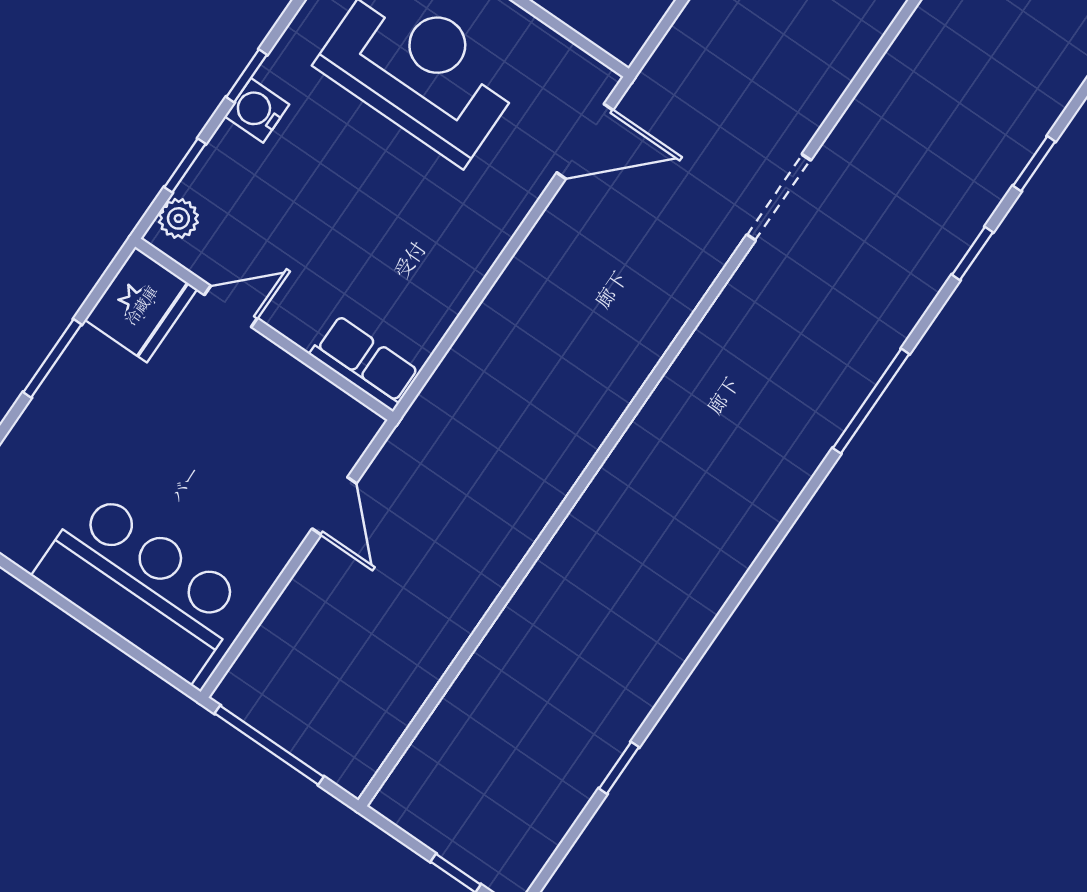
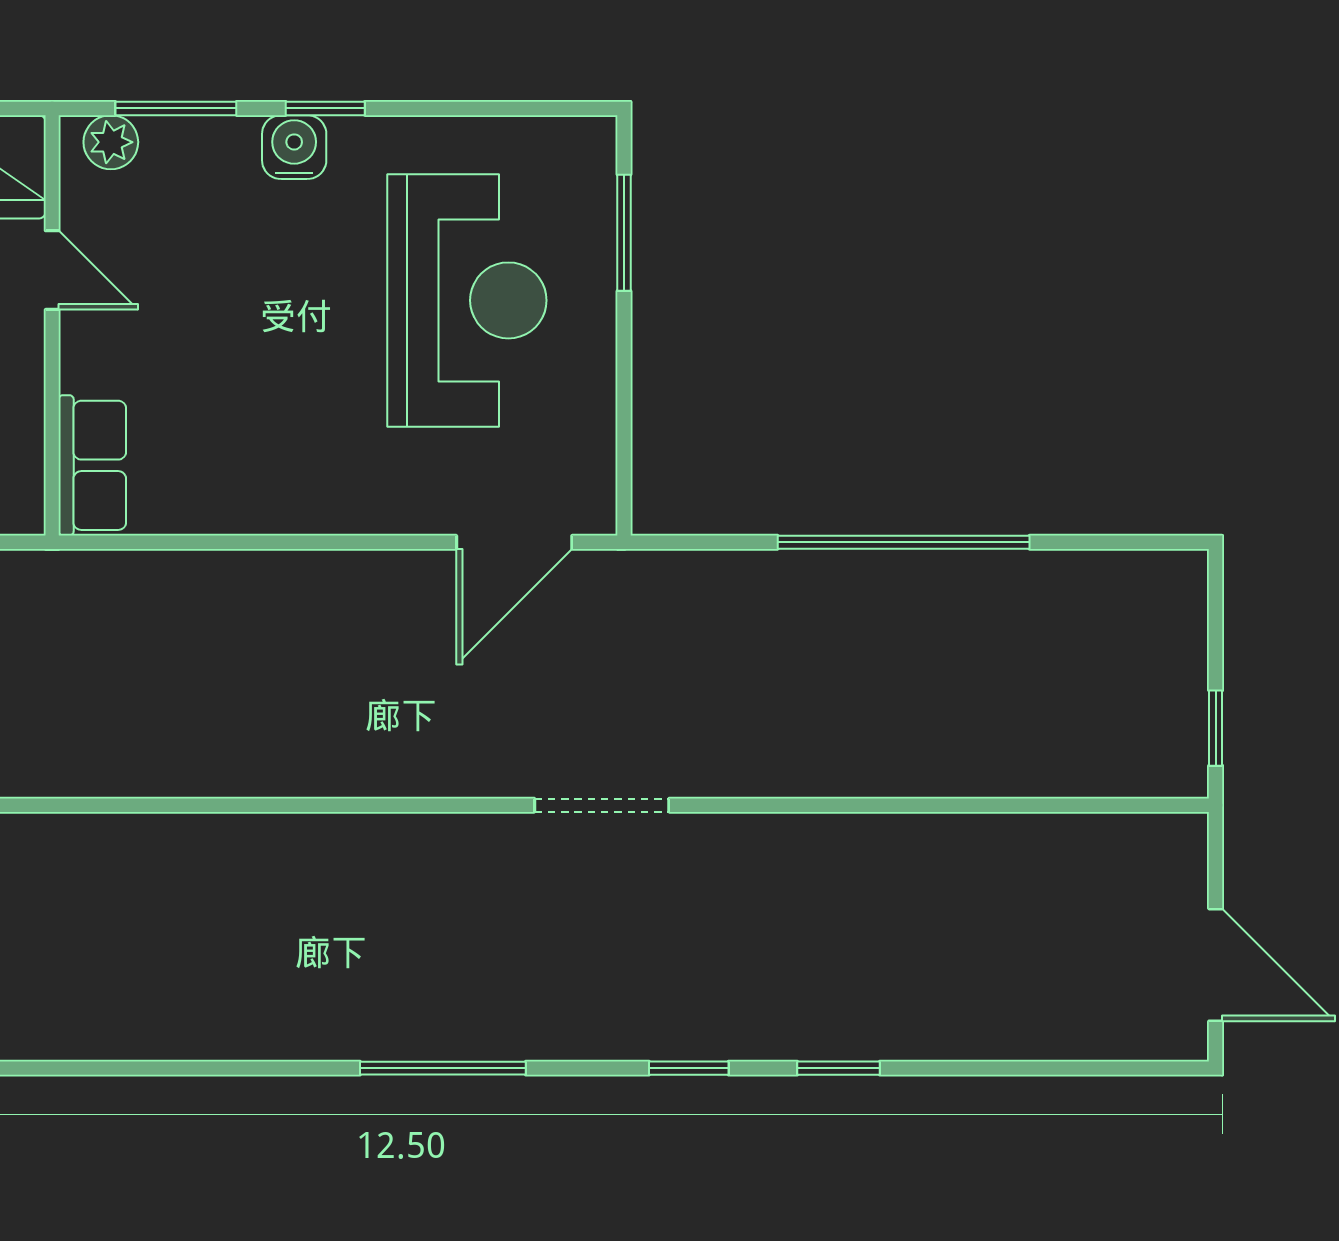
door: (585, 141) -> (514, 542), hinge flipped
window: (185, 165) -> (176, 108), width x1.50

